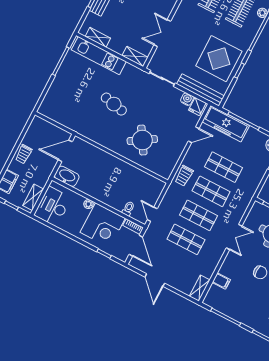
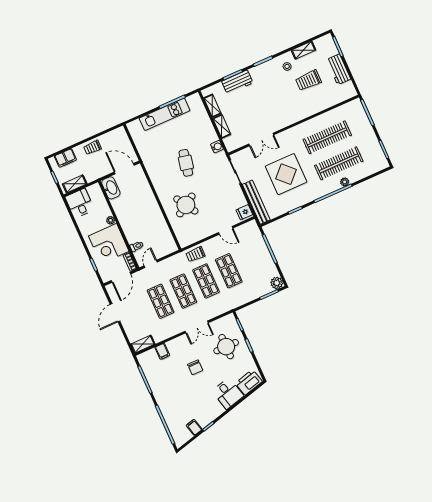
double door: (162, 33) -> (261, 139), swing flipped
kitchen unit: (99, 56) -> (165, 114), moved, turned -90
shelving: (135, 56) -> (222, 126), moved
display table: (219, 59) -> (286, 174), moved
water cooler: (187, 99) -> (217, 147), moved
freezer: (226, 124) -> (255, 241), removed
desk: (53, 206) -> (80, 203), width x0.73

